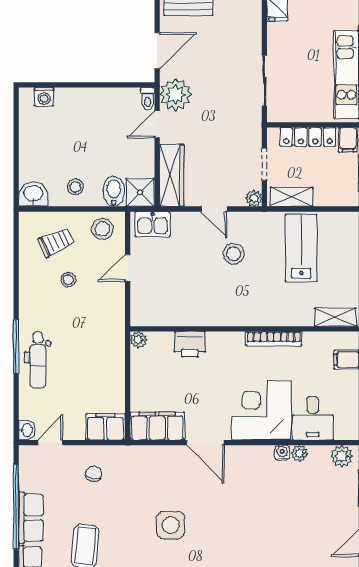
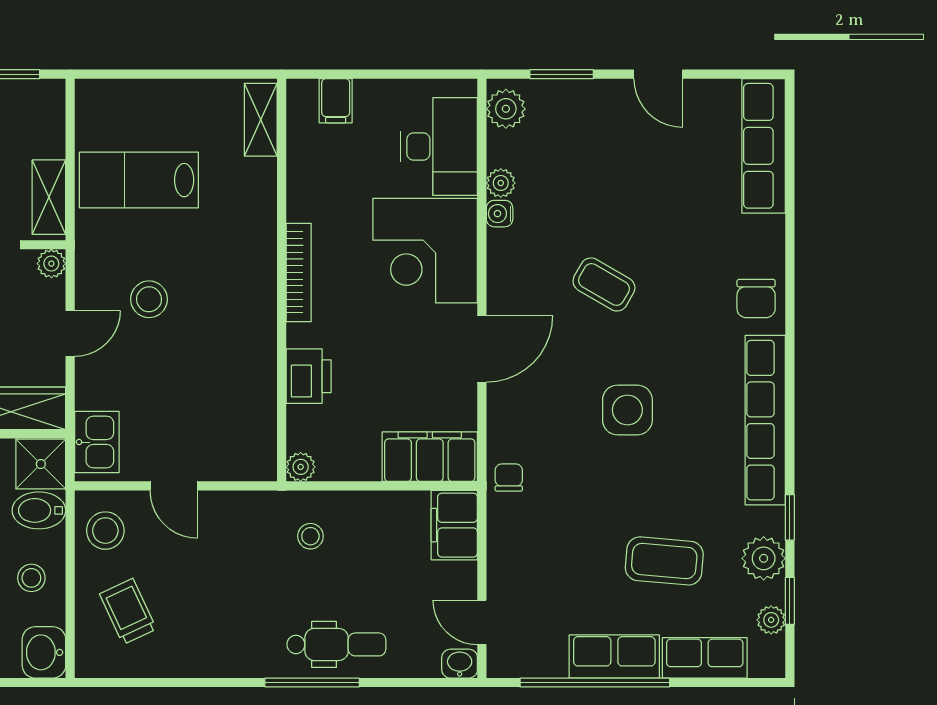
stool: (68, 280) -> (310, 536), moved
bookcase: (274, 339) -> (299, 272), moved
desk: (313, 418) -> (439, 147), width x1.37
filing cabinet: (157, 426) -> (430, 457), moved, turned 90
chair: (94, 474) -> (509, 478), moved, turned 79
coffee table: (242, 512) -> (604, 284), added

